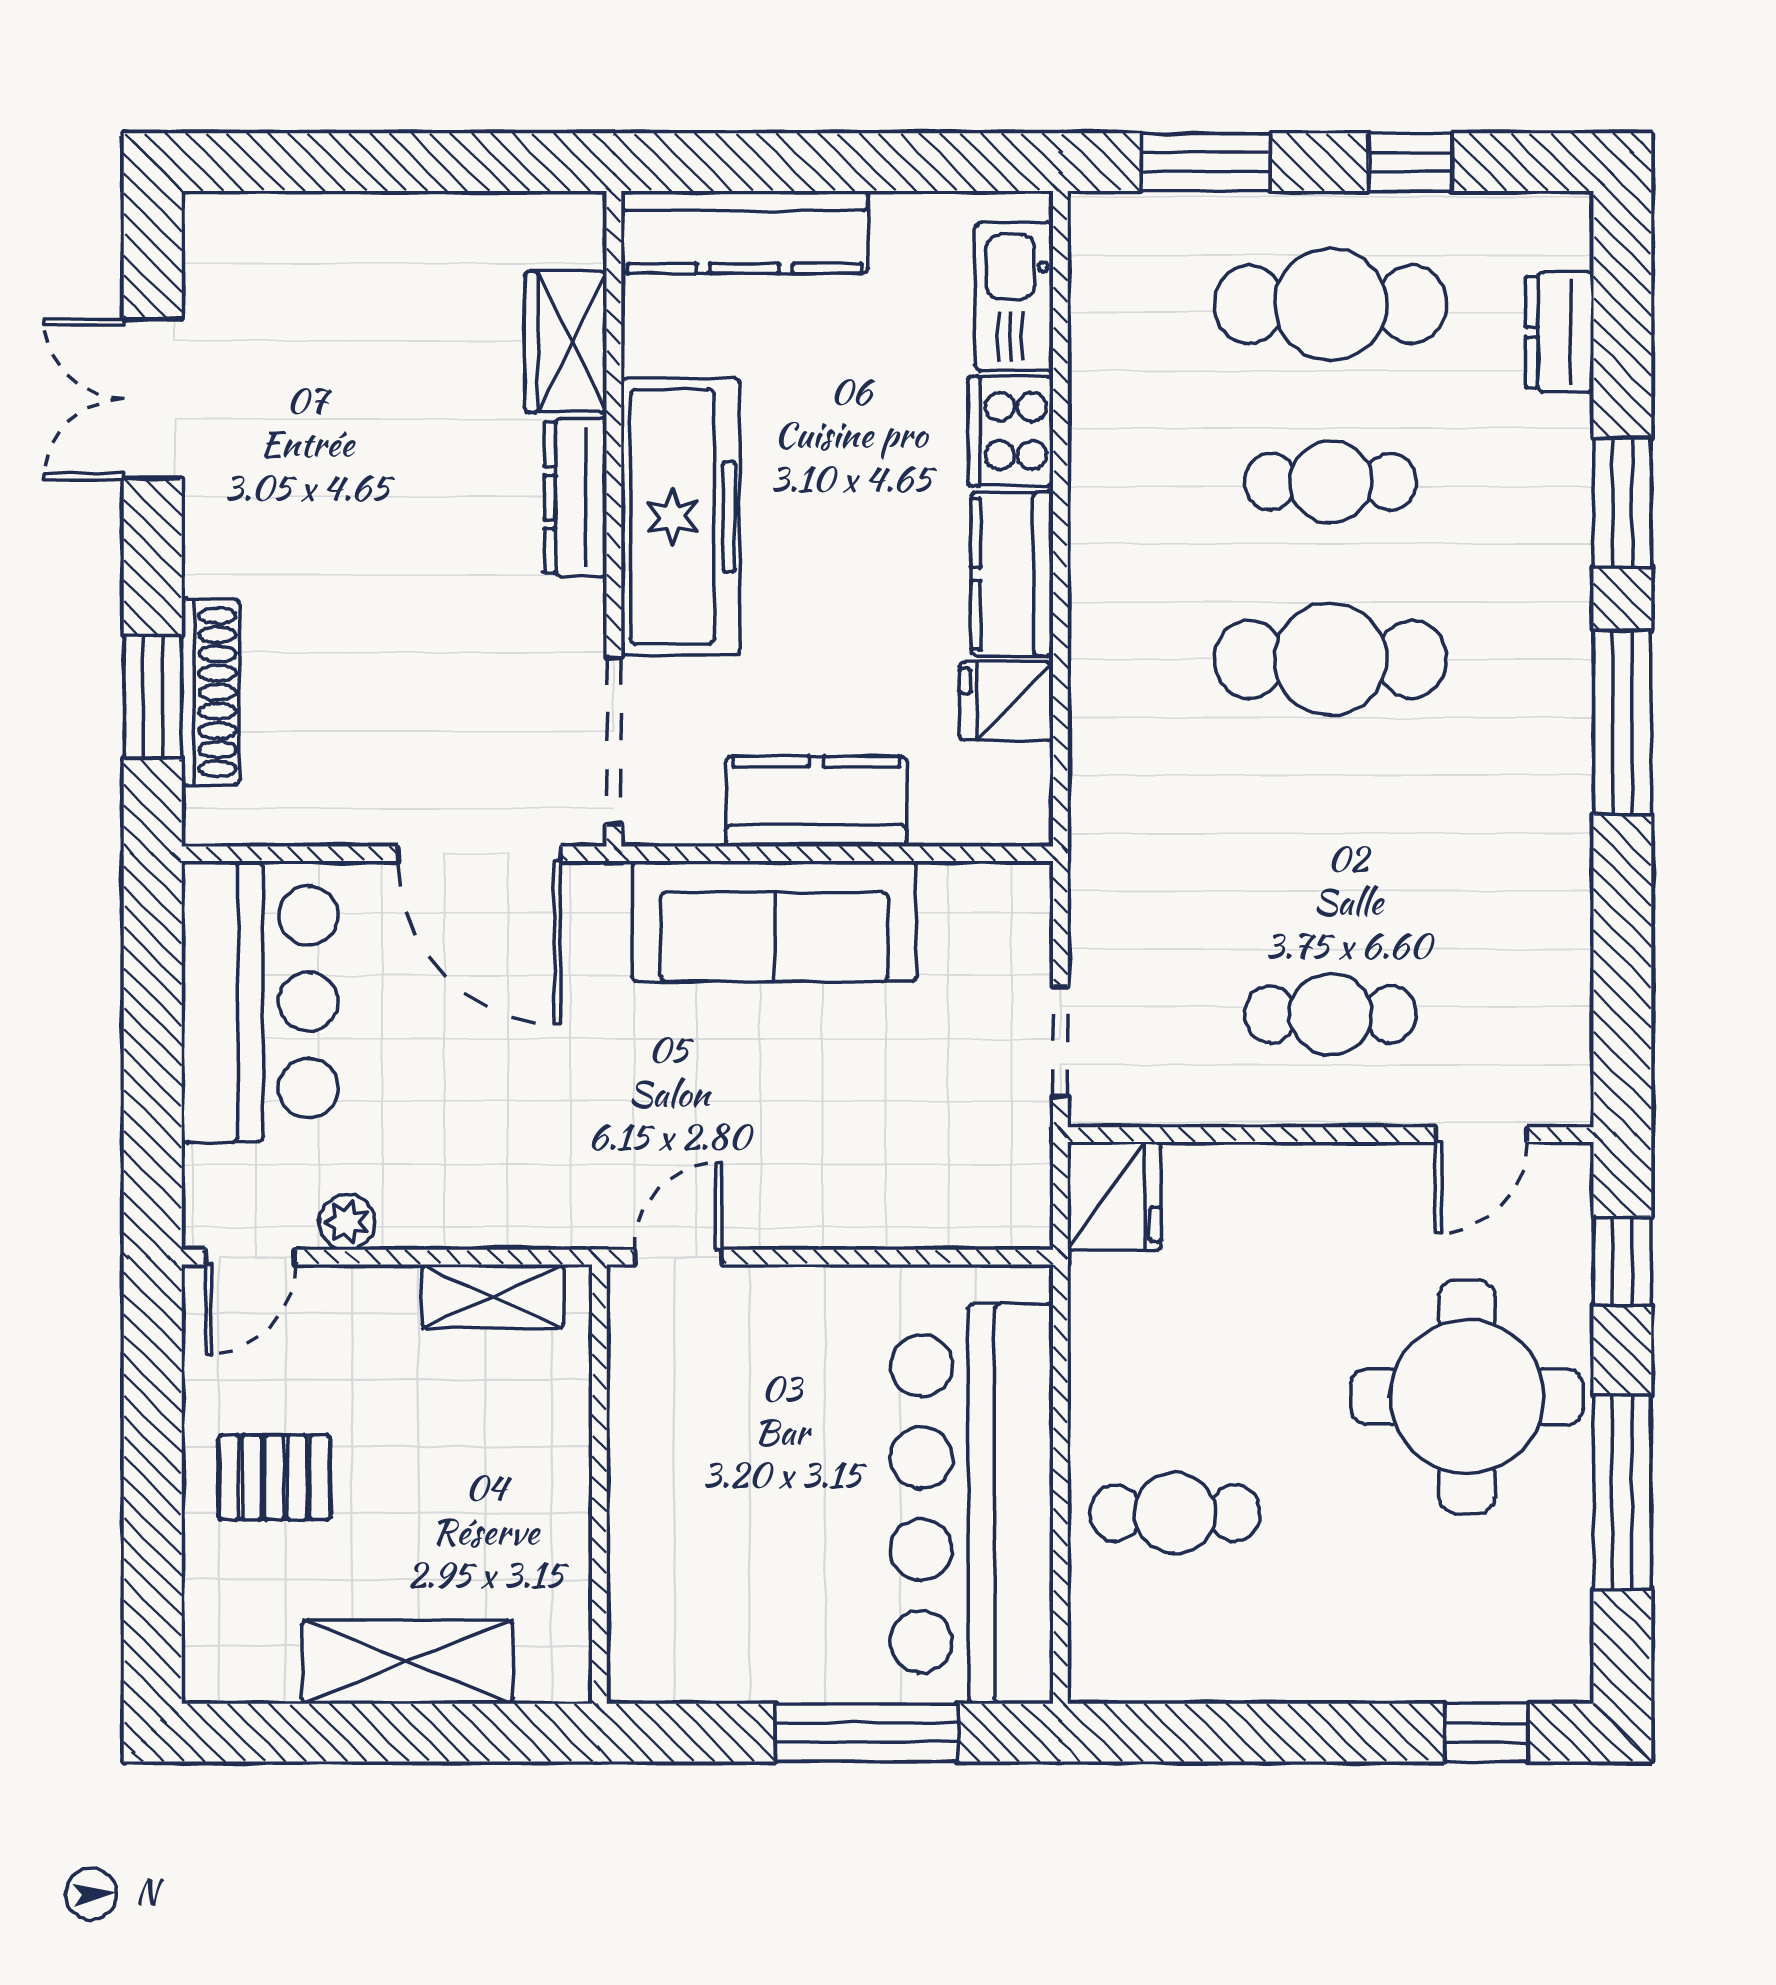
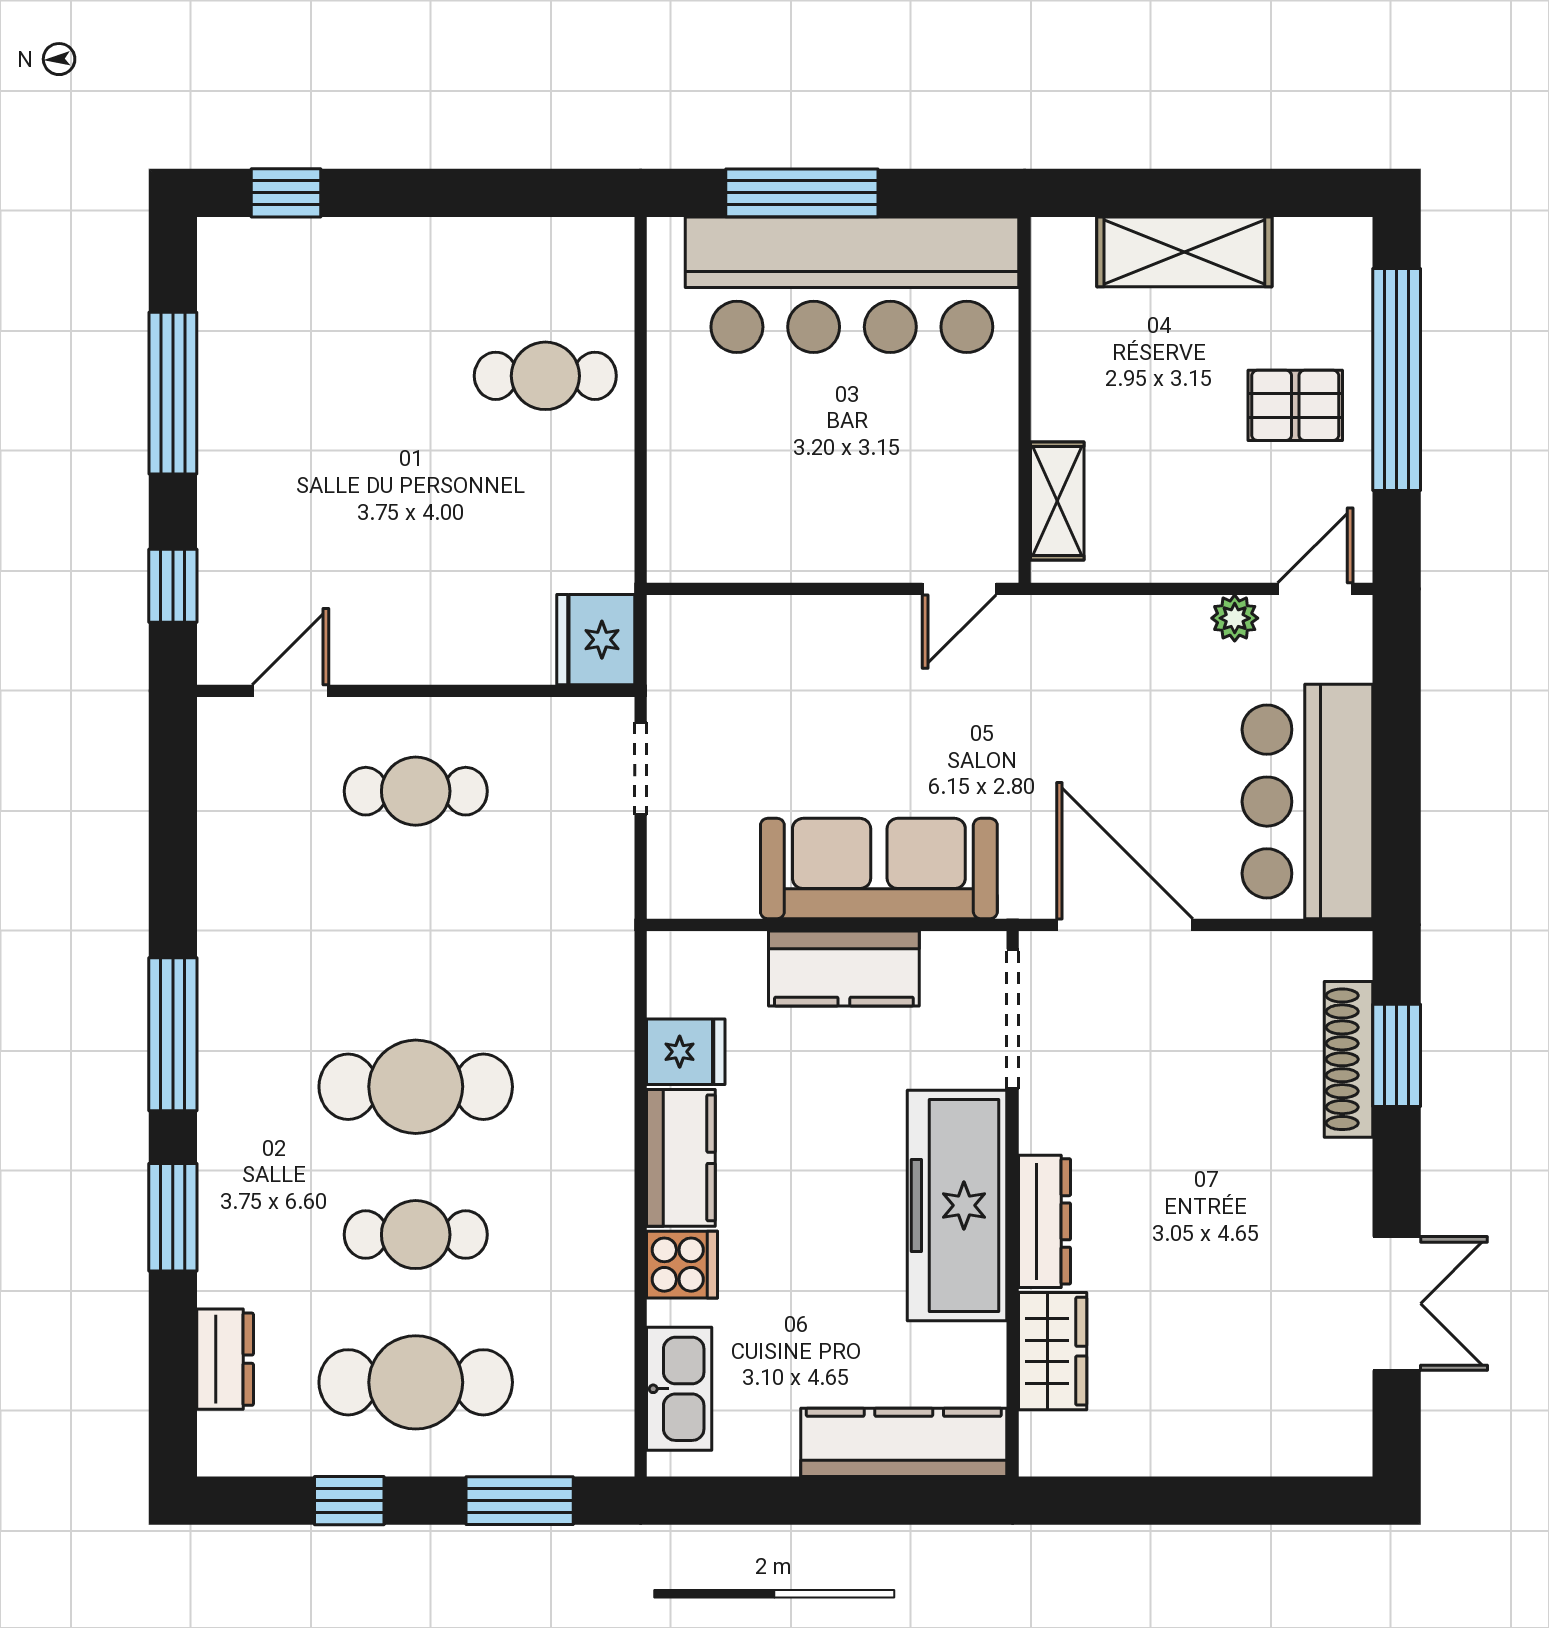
cooker: (1011, 431) -> (682, 1265), width x0.73
shelving: (493, 1296) -> (1057, 501), moved, turned 90
round table: (1467, 1397) -> (302, 473), removed
bar counter: (972, 1504) -> (852, 285), moved, turned 90
window: (153, 1509) -> (1397, 380), added

